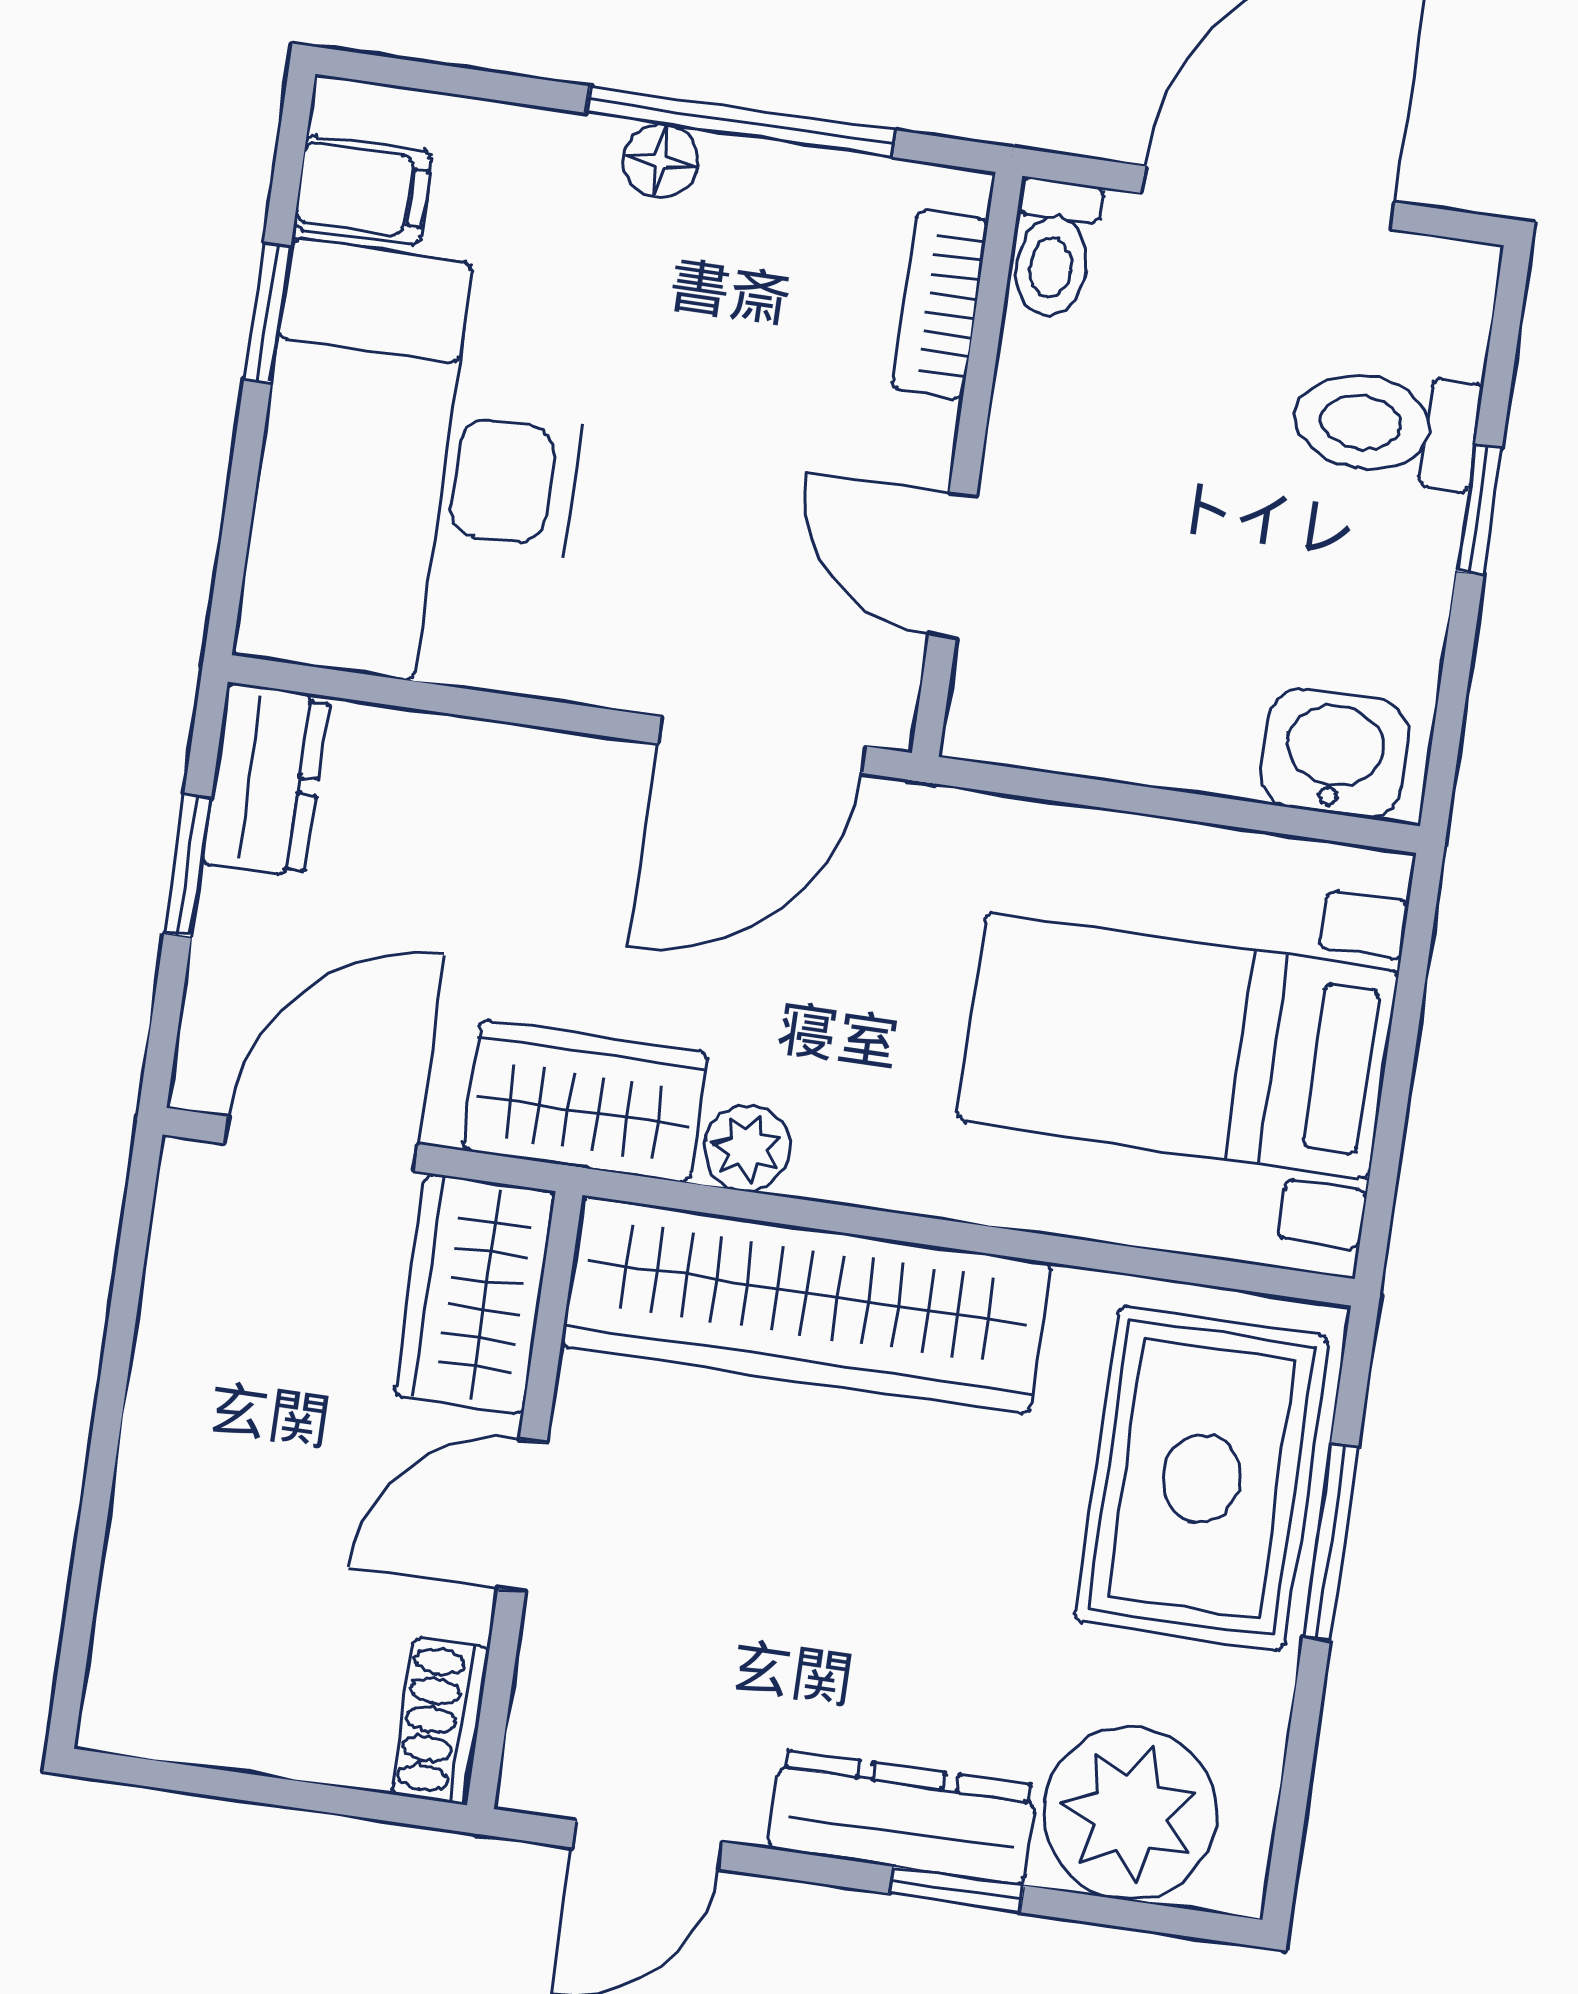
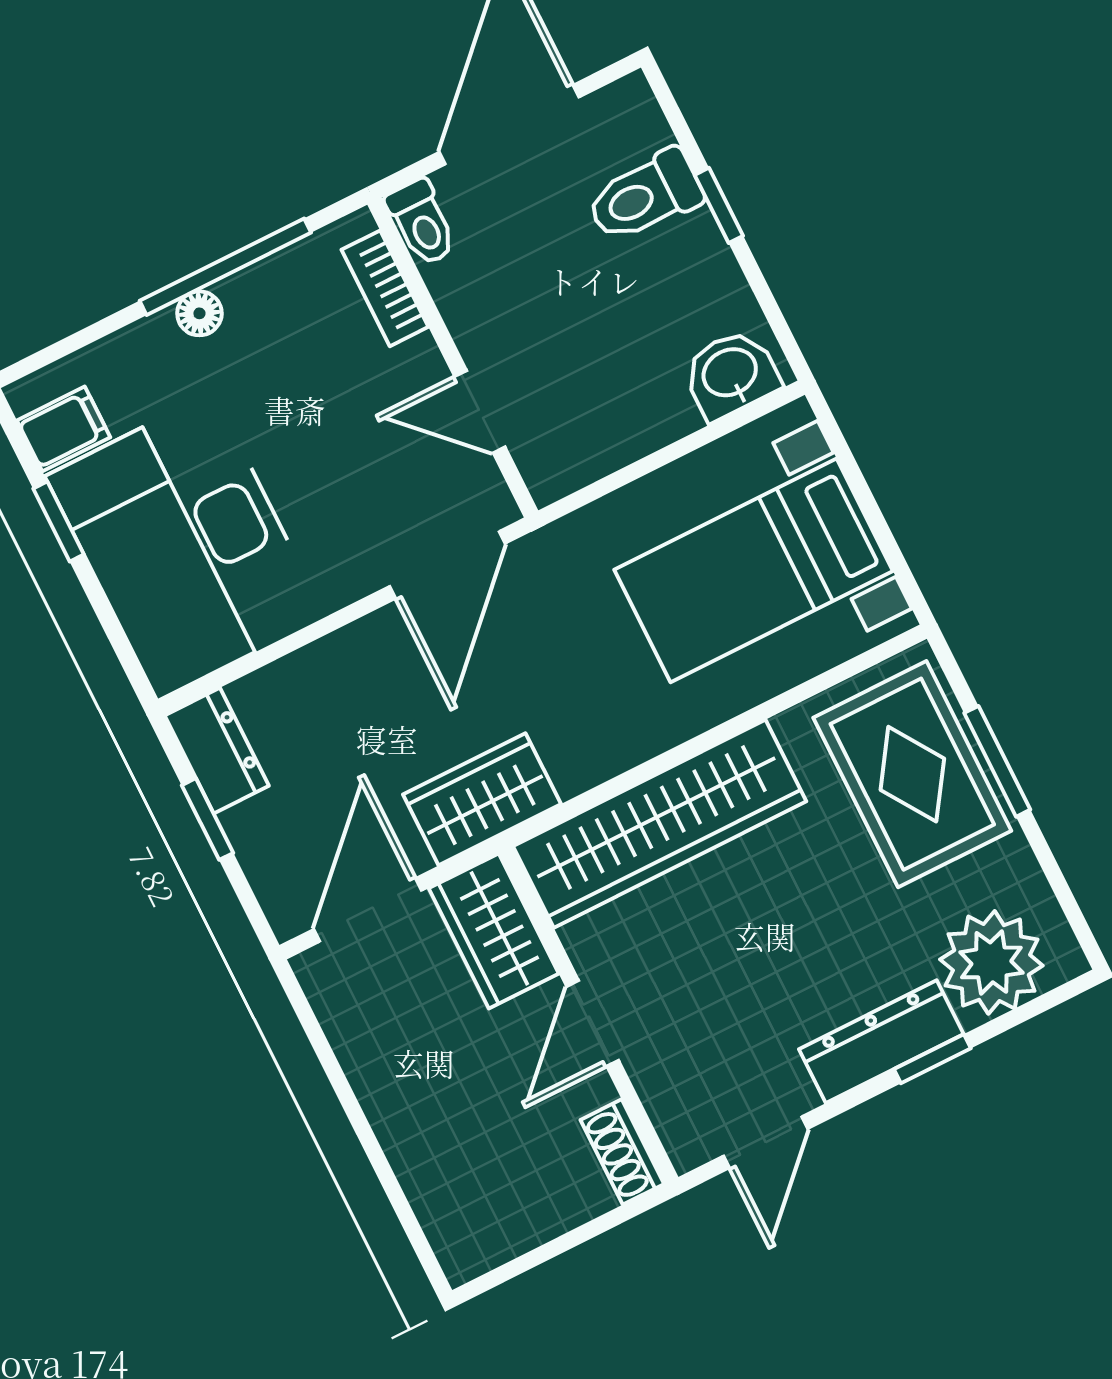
plant: (747, 1148) -> (577, 767), removed

